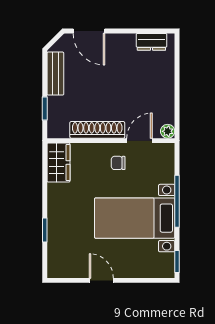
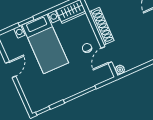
door: (139, 141) -> (107, 55), swing flipped
bed with nightstands: (135, 218) -> (45, 44), moved, turned 180

